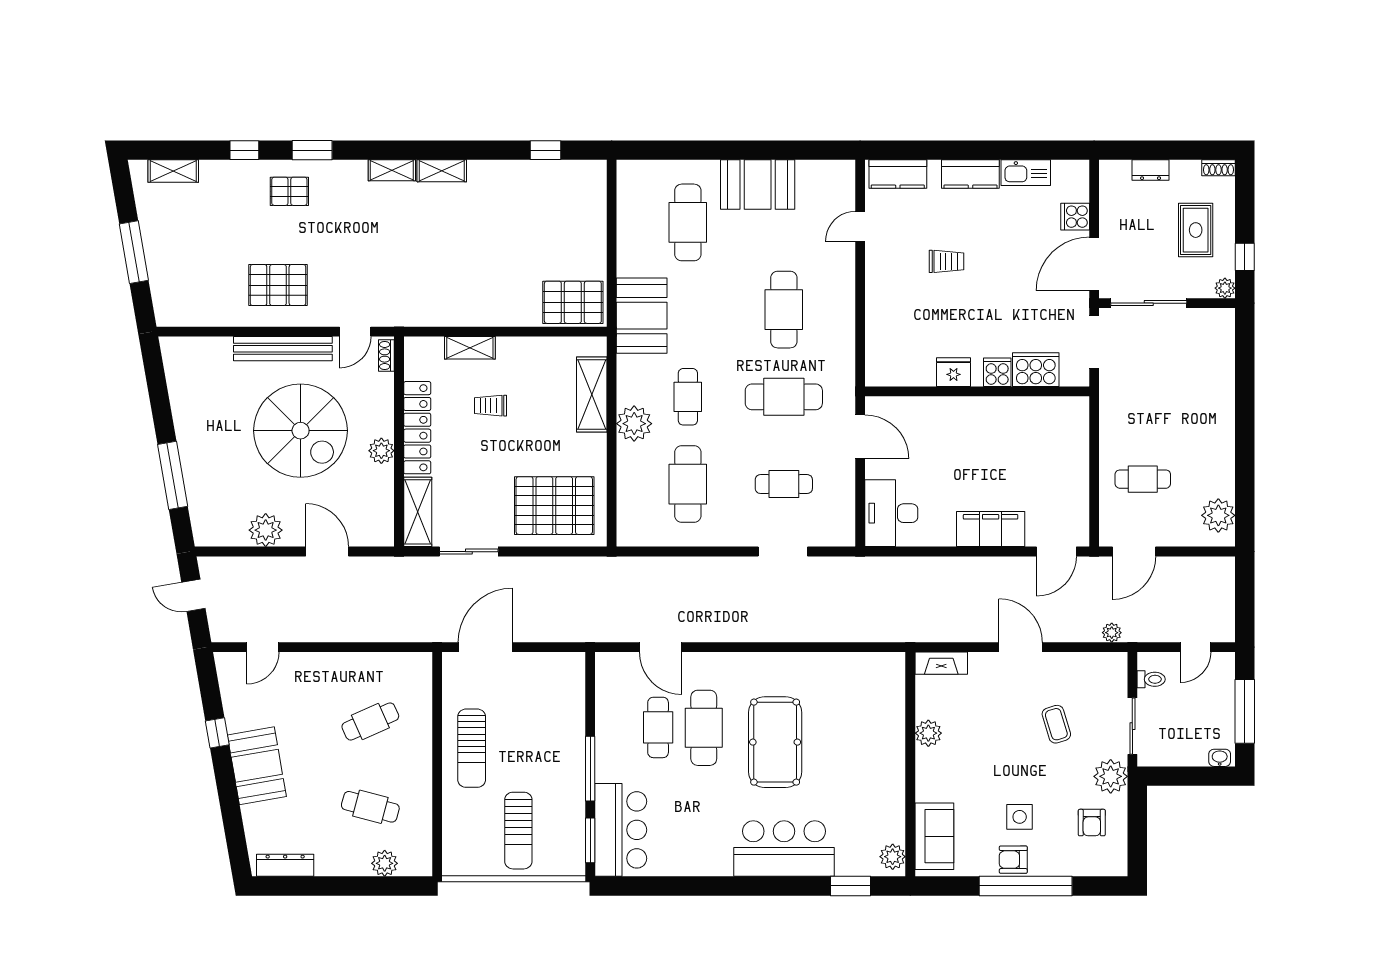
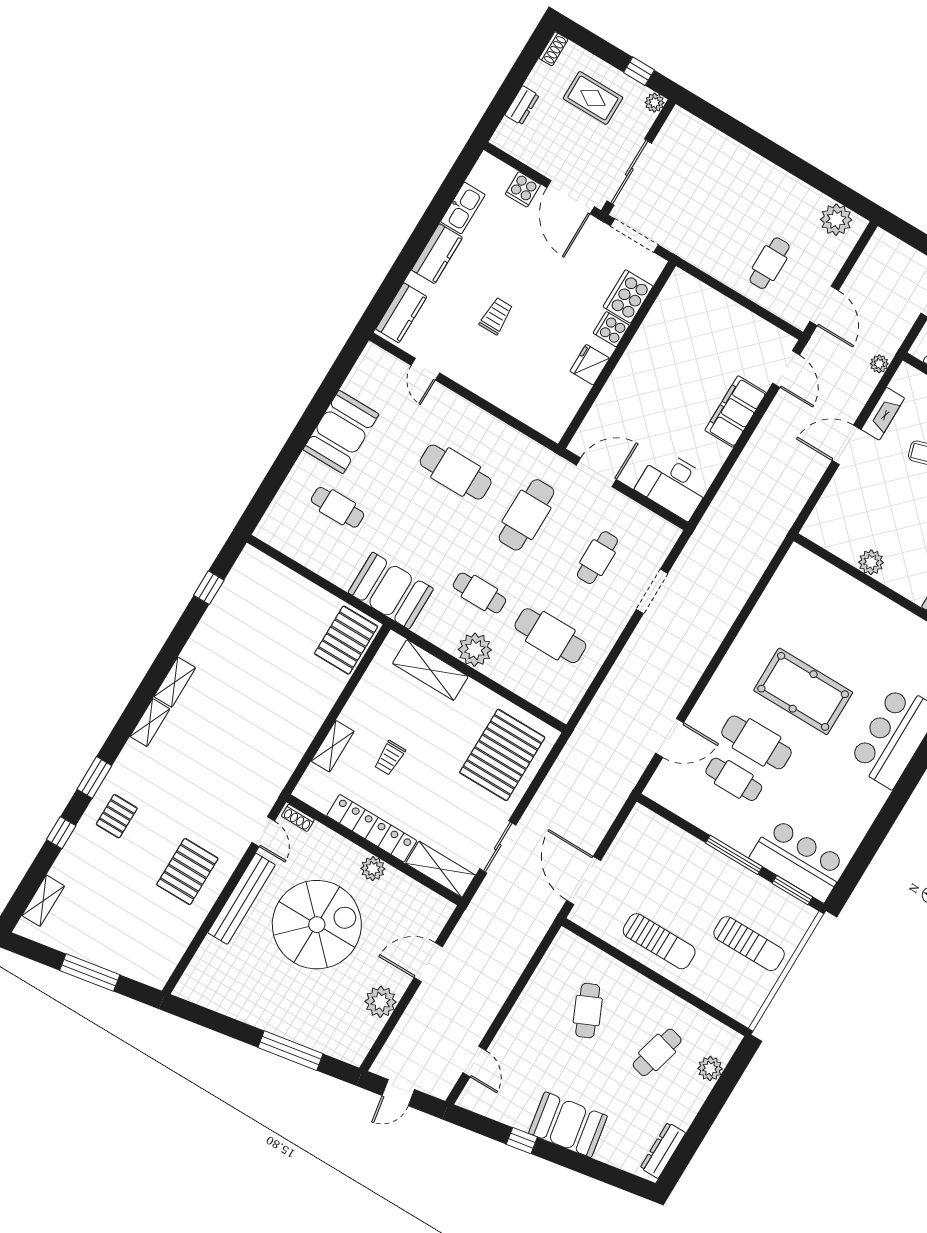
cafe table: (688, 222) -> (338, 507), width x0.73, depth x0.74
fireplace: (941, 663) -> (883, 414), moved

